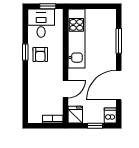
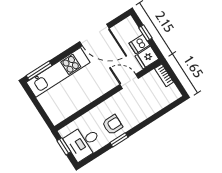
kitchen unit: (76, 39) -> (58, 72), moved, turned 180
window: (119, 41) -> (39, 70), moved
dishwasher: (110, 115) -> (139, 44), moved

